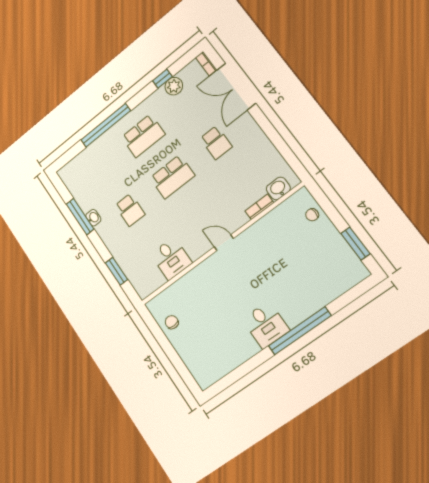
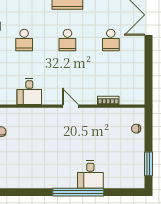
school desk: (172, 177) -> (67, 40), width x0.54
washbasin: (278, 188) -> (128, 98), removed
desk: (266, 325) -> (90, 175), moved

